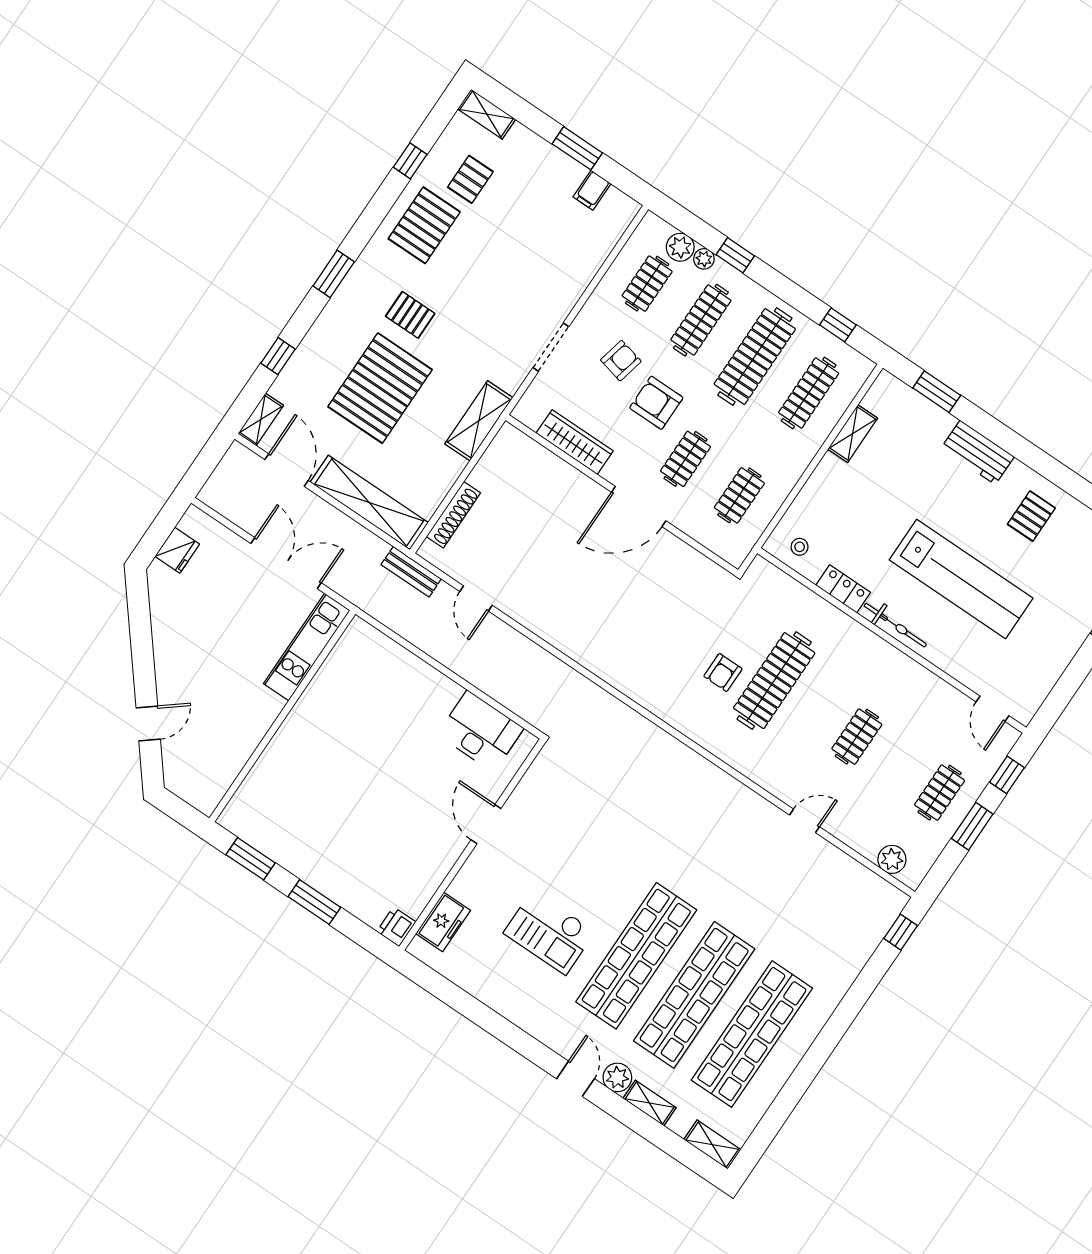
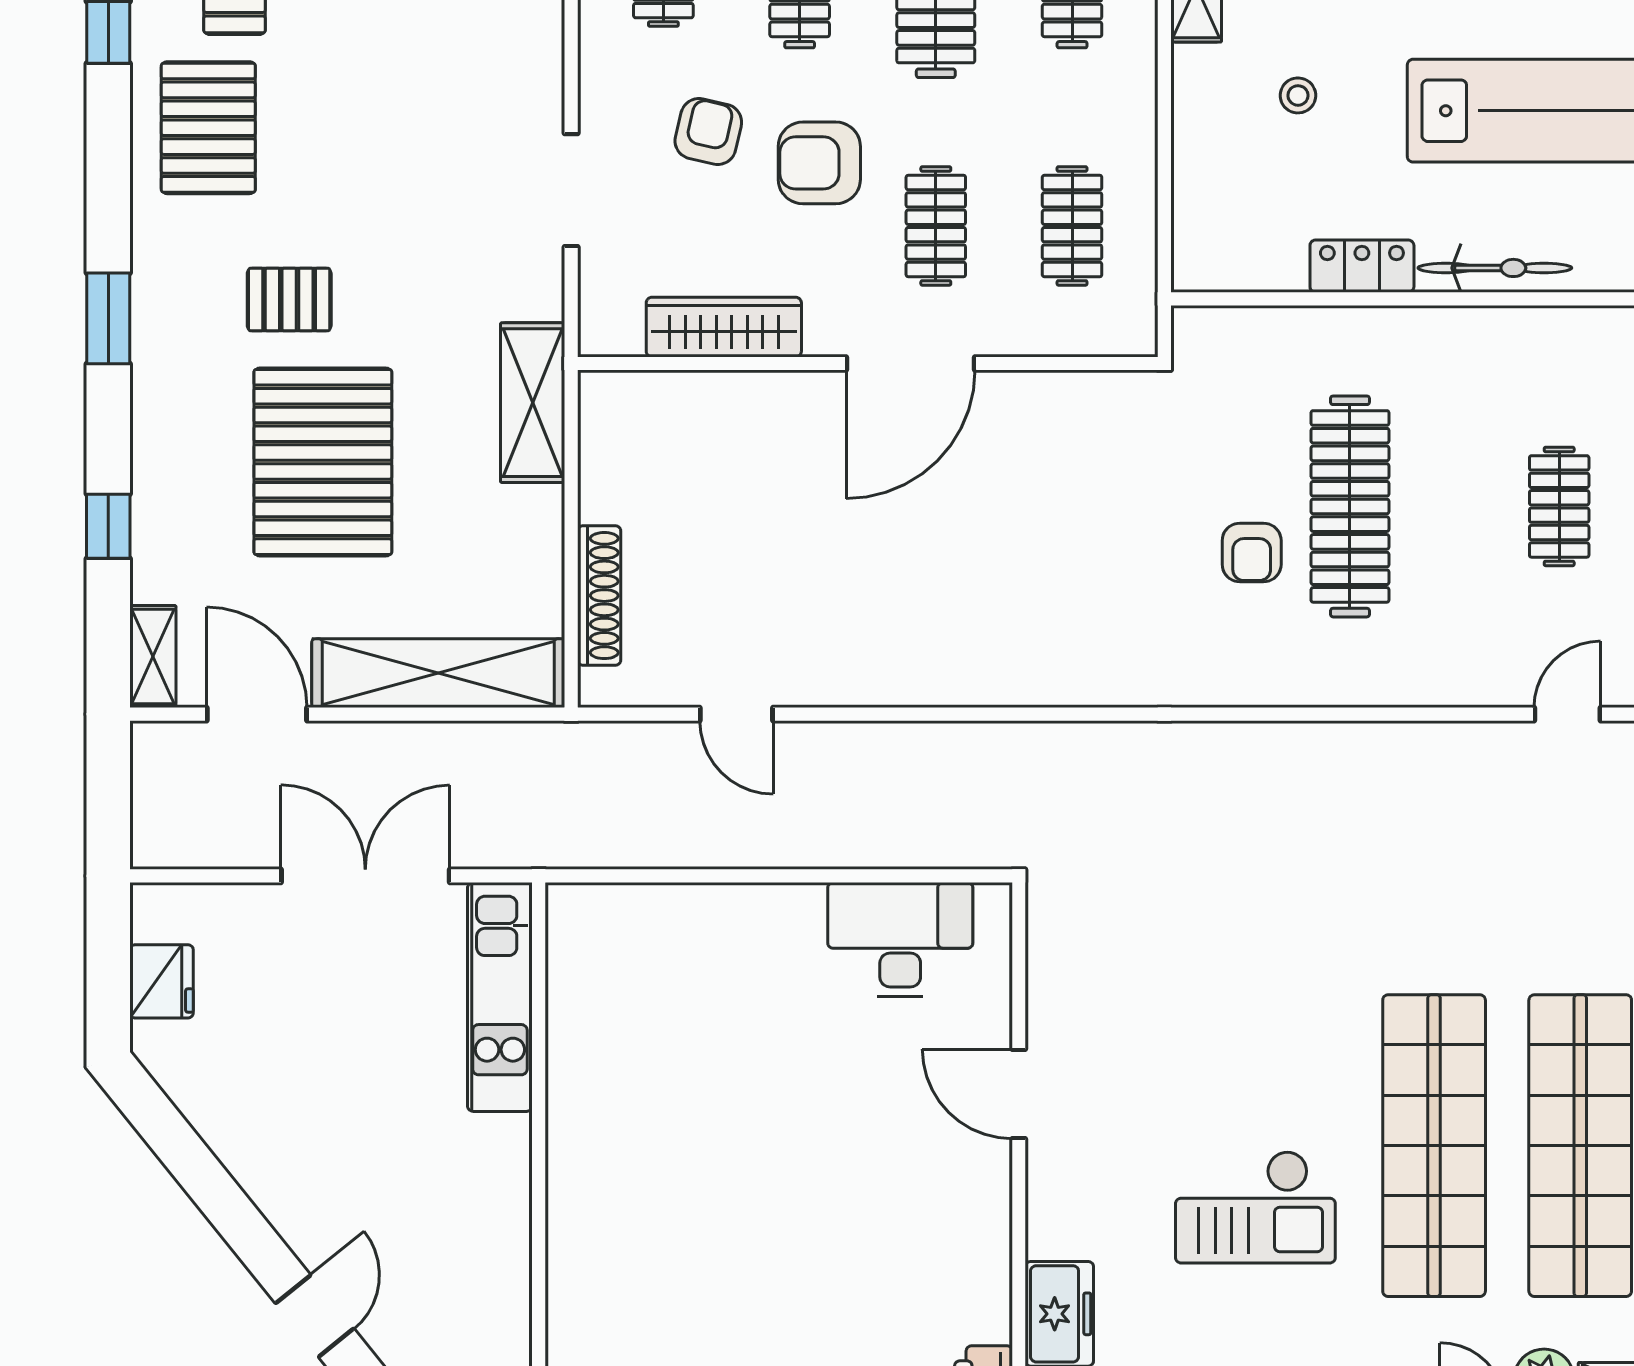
stool: (800, 547) -> (1298, 95), moved
bench: (411, 572) -> (593, 744), removed

